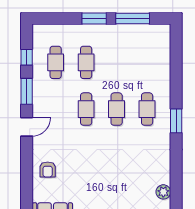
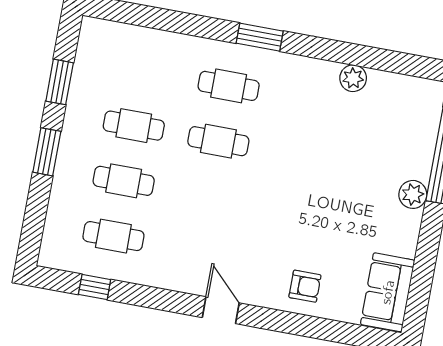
window: (133, 18) -> (60, 82), width x0.69
window: (27, 91) -> (156, 298), removed
cafe table: (86, 109) -> (134, 126), moved
plant: (163, 192) -> (353, 78), moved

